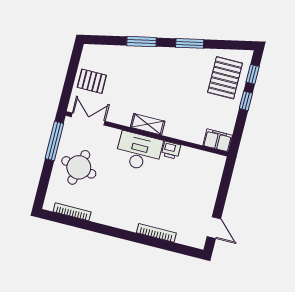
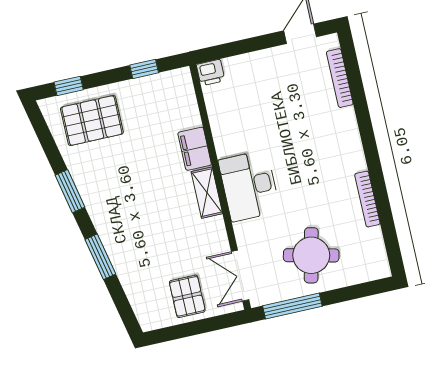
window: (246, 101) -> (144, 69), moved
filing cabinet: (218, 140) -> (195, 149), moved
printer: (171, 150) -> (211, 73), moved, turned 90
bookcase: (72, 212) -> (367, 199), moved
bookcase: (156, 233) -> (340, 78), moved

